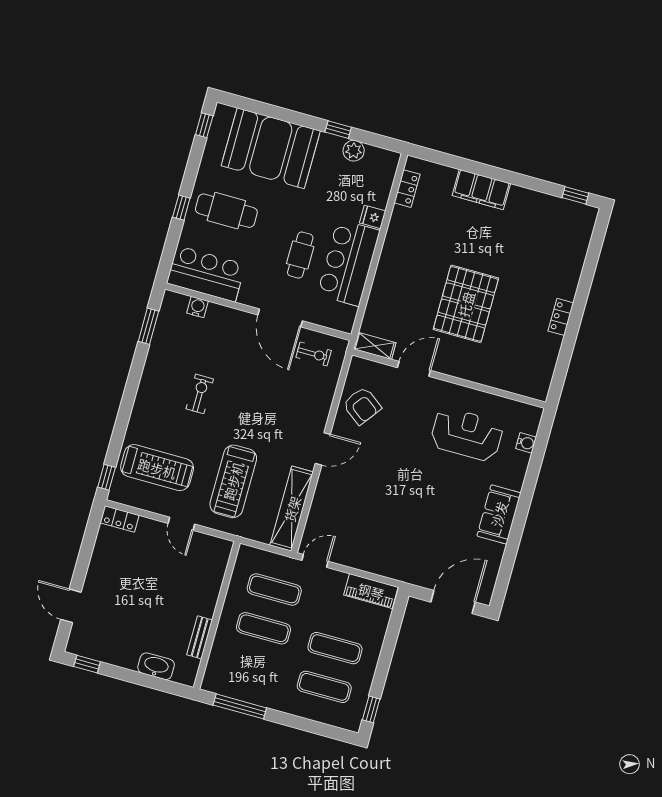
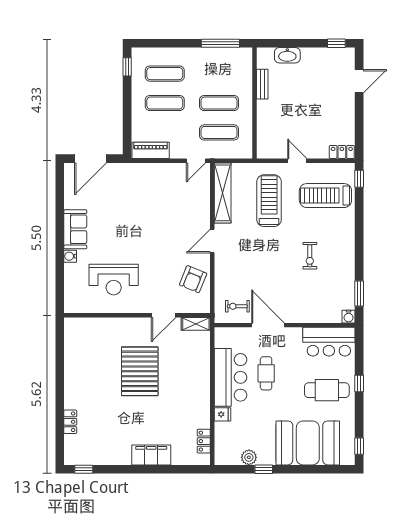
water cooler: (198, 307) -> (349, 317), moved
locker: (561, 317) -> (70, 422), moved
armchair: (362, 406) -> (193, 279), turned -105
water cooler: (526, 443) -> (70, 256), moved
door: (71, 606) -> (359, 81), hinge flipped

